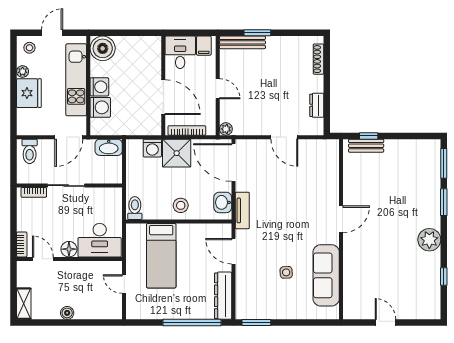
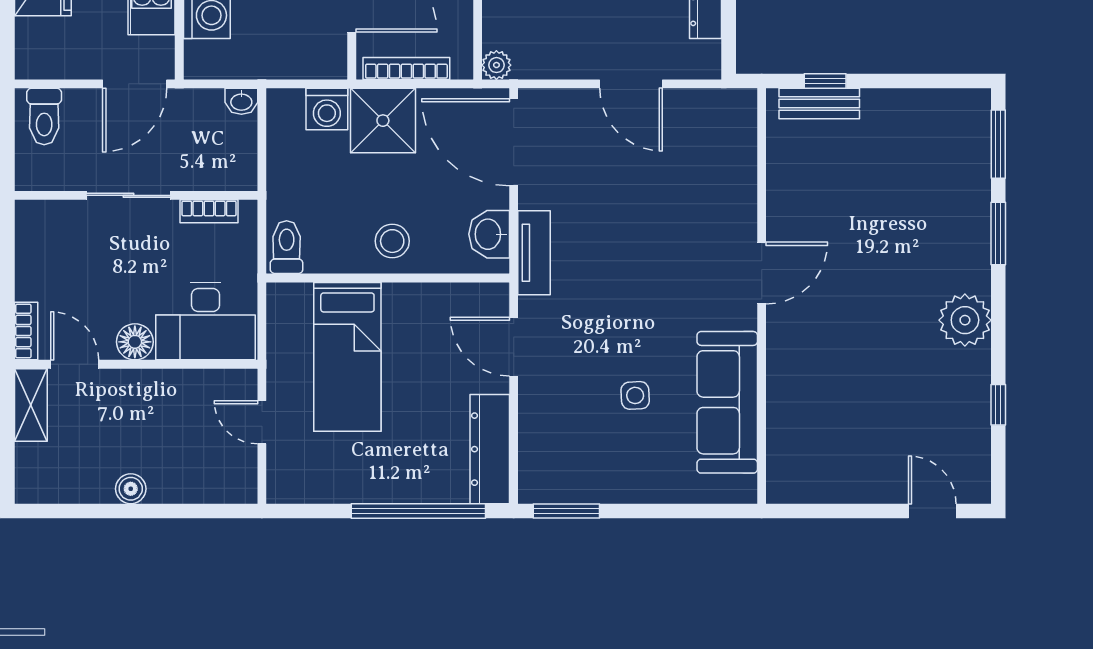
washbasin: (109, 147) -> (241, 101), width x0.52, depth x0.69
bookcase: (34, 192) -> (209, 211), moved
shelving: (24, 304) -> (31, 405), moved
door: (385, 323) -> (932, 511), moved

